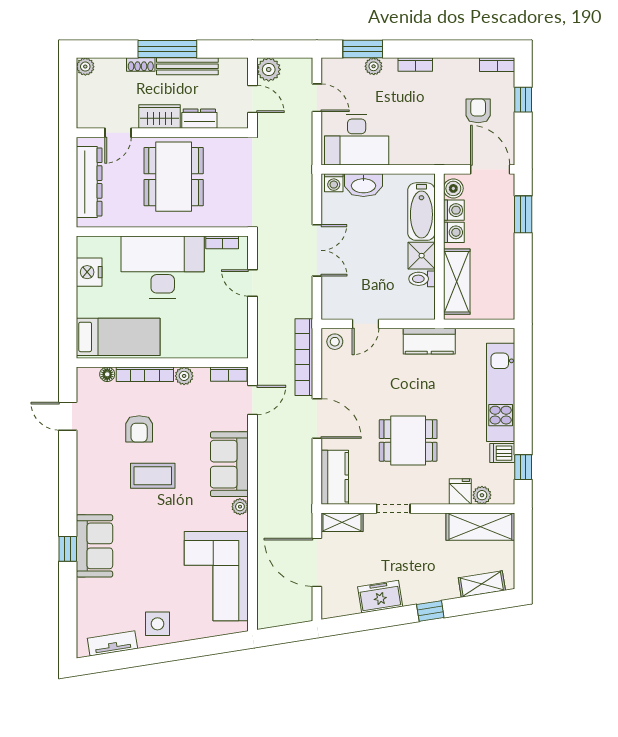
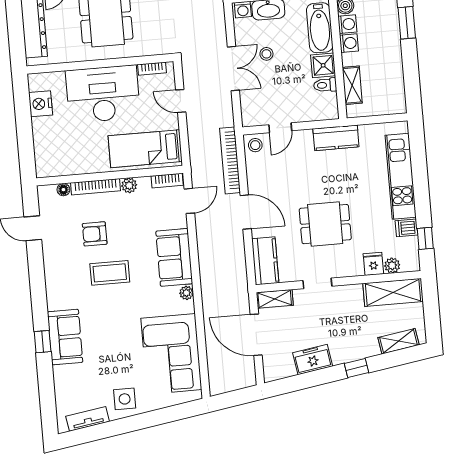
stool: (357, 237) -> (266, 54), added
shelving: (457, 282) -> (352, 85), width x0.67, depth x0.75
bed: (118, 337) -> (145, 149), moved, turned 180
armchair: (139, 429) -> (95, 234), turned 90

